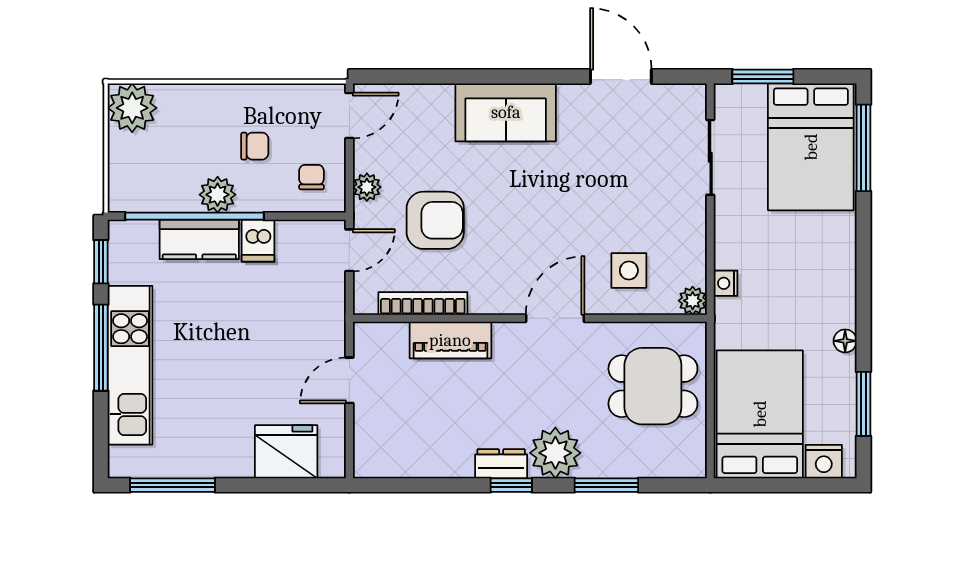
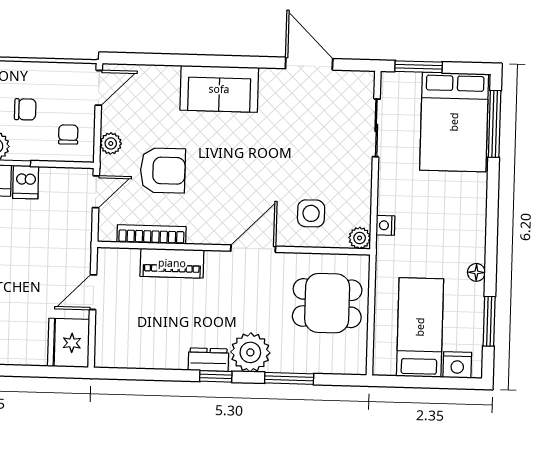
bed: (760, 414) -> (420, 327), width x0.67
fridge: (286, 452) -> (69, 343), moved, turned -90

